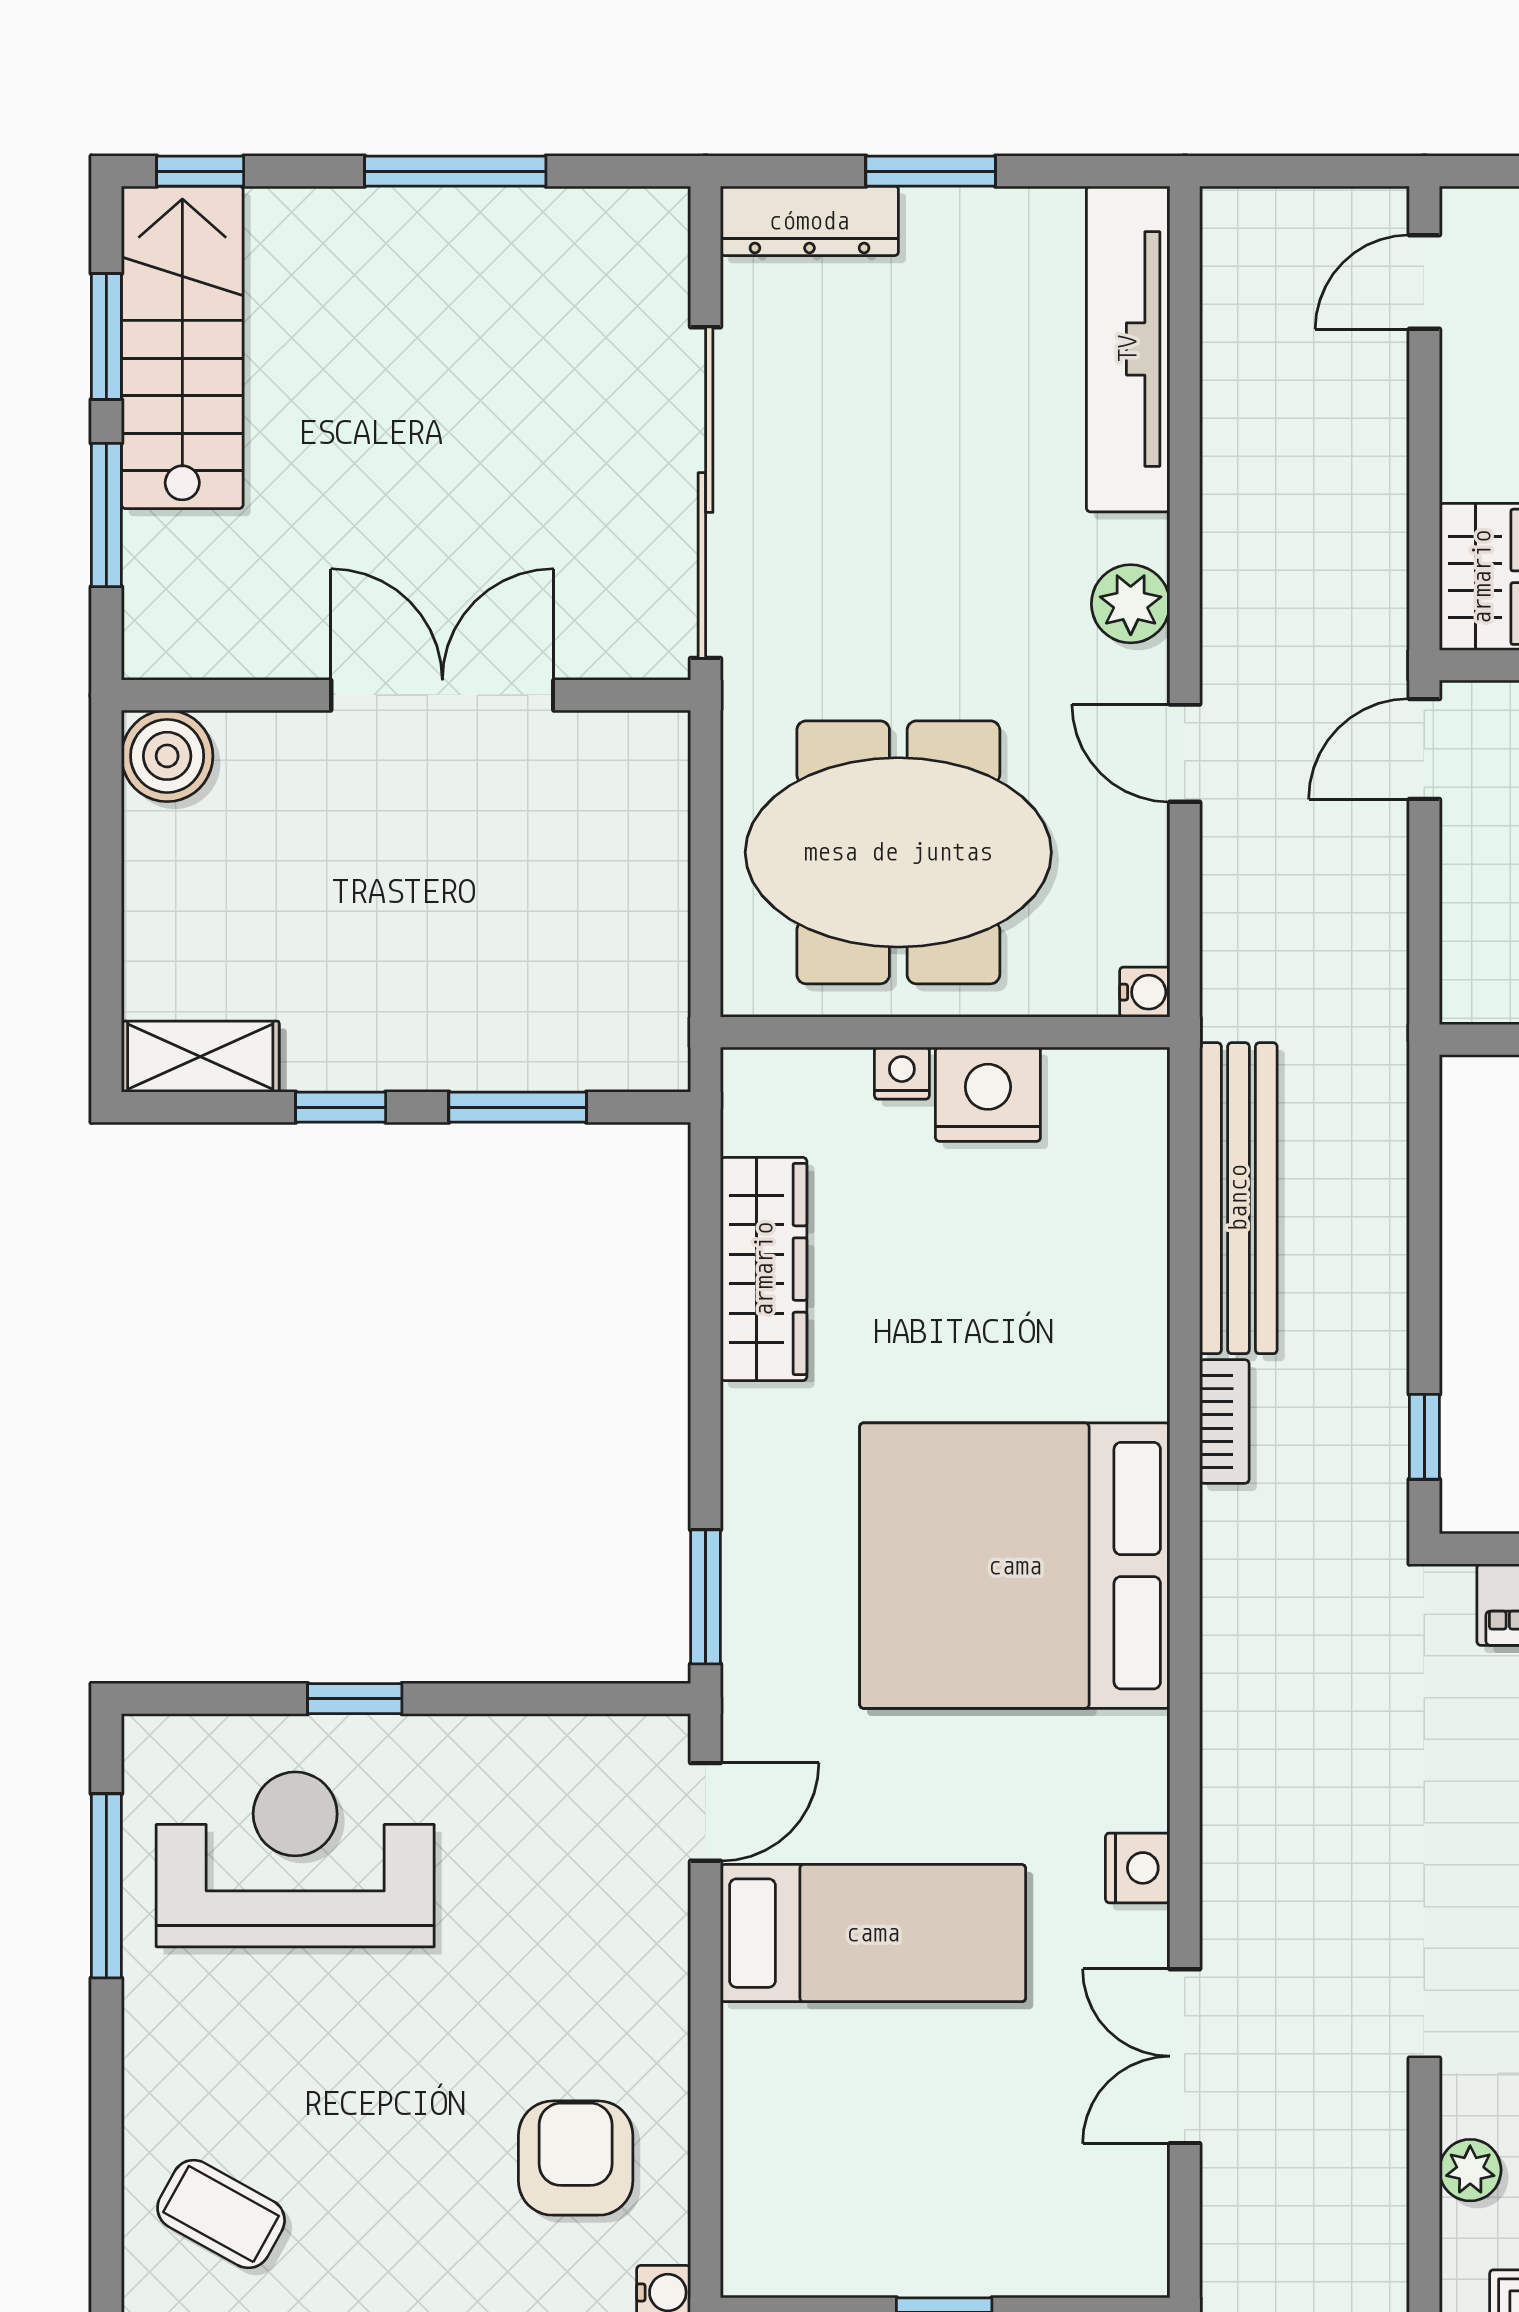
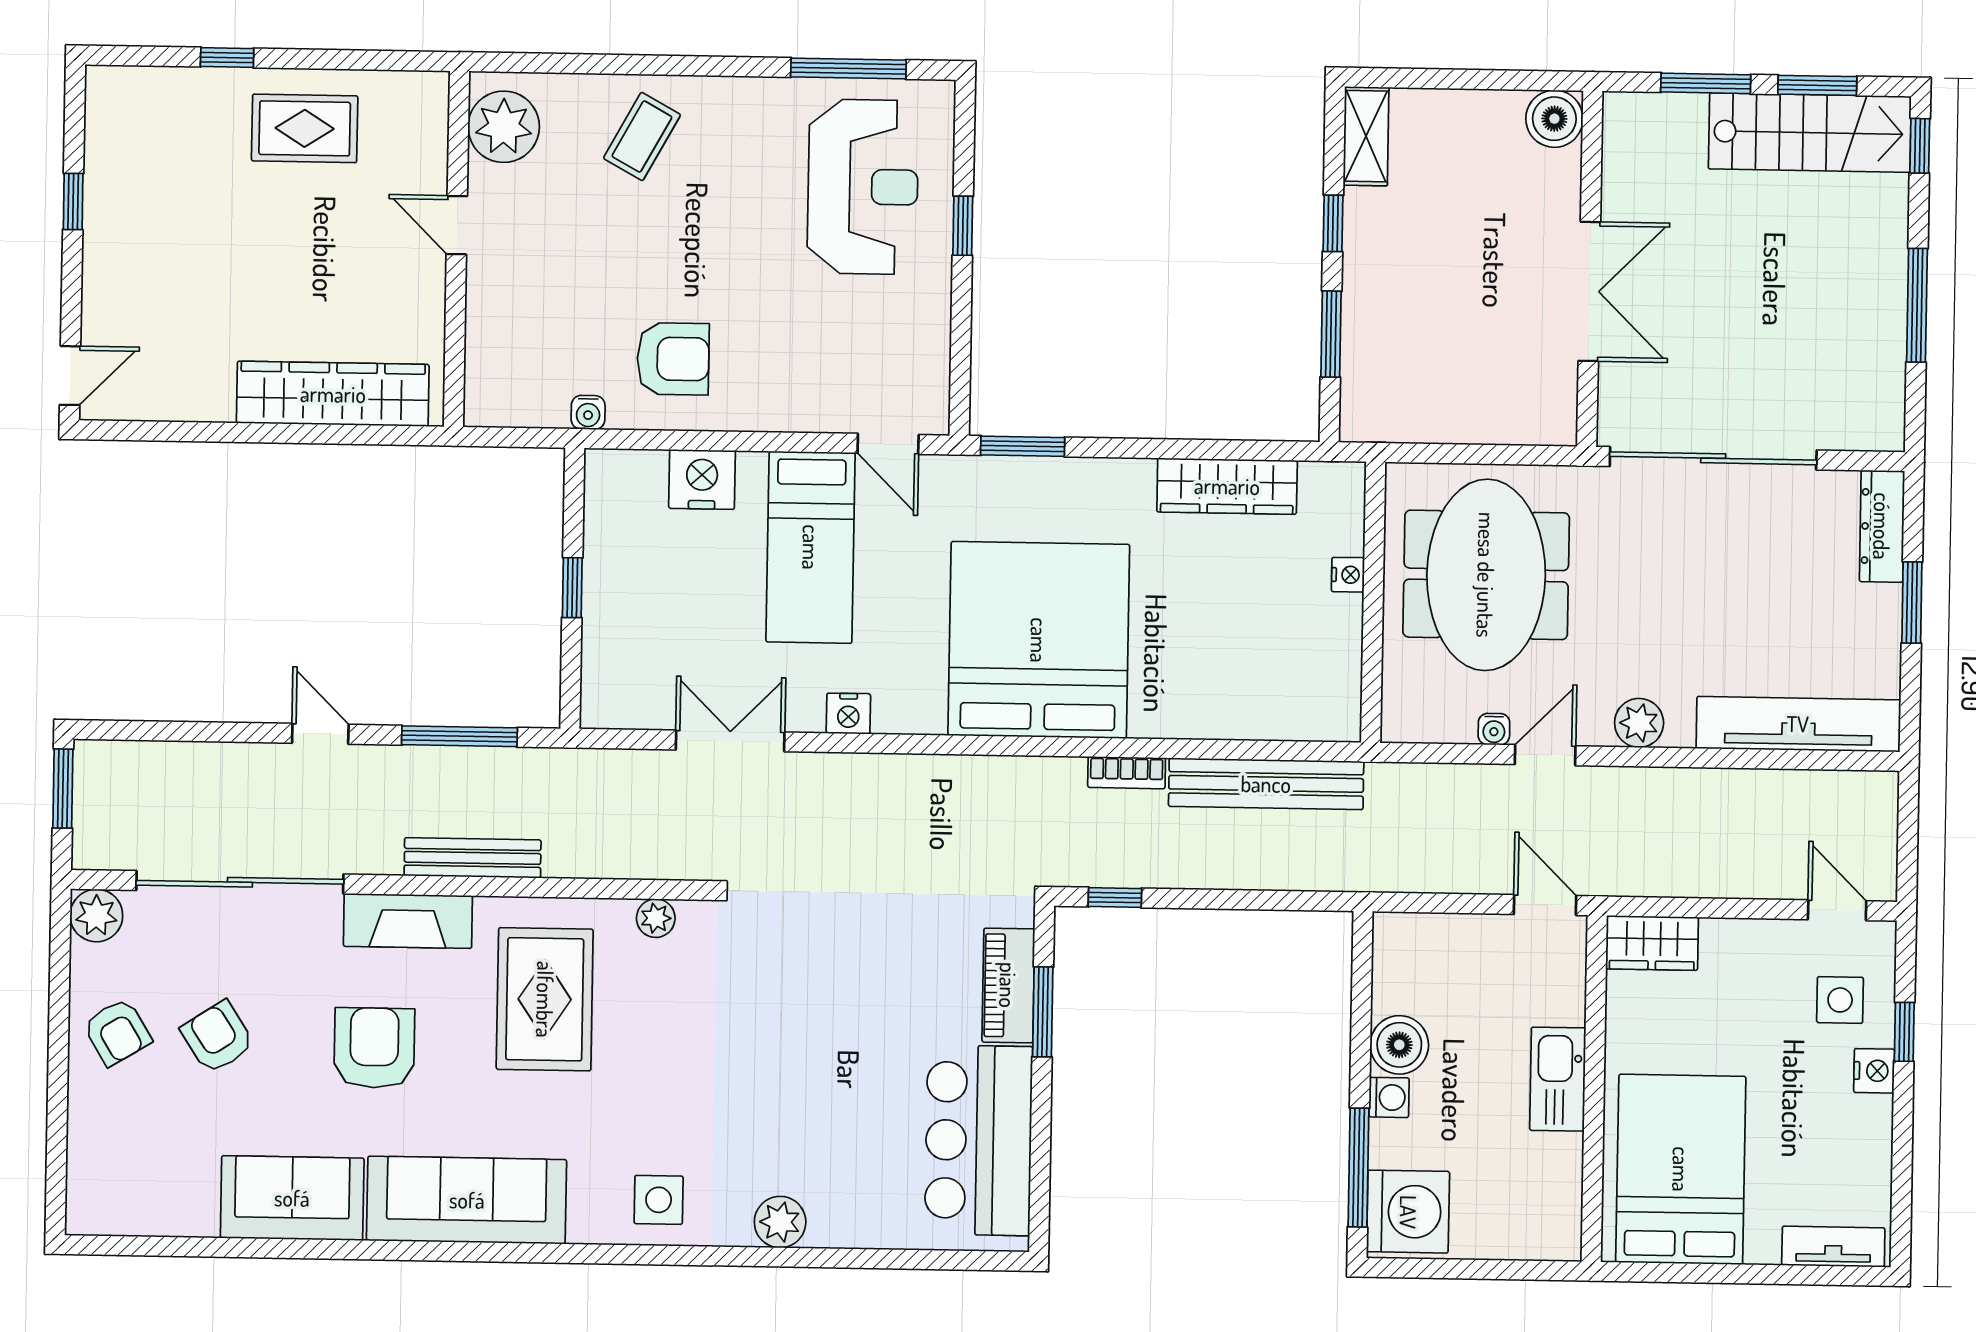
water cooler: (1145, 992) -> (1494, 729), moved
nightstand: (988, 1094) -> (702, 479), moved, turned -90

